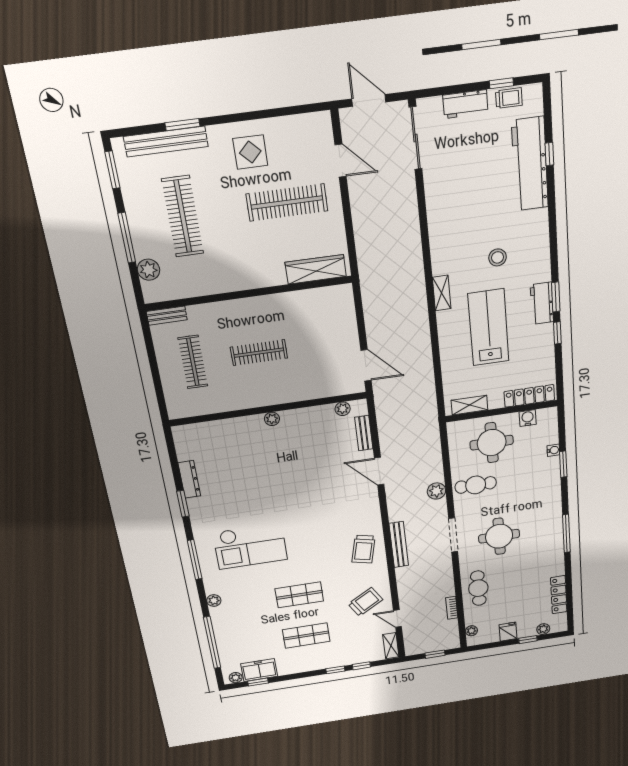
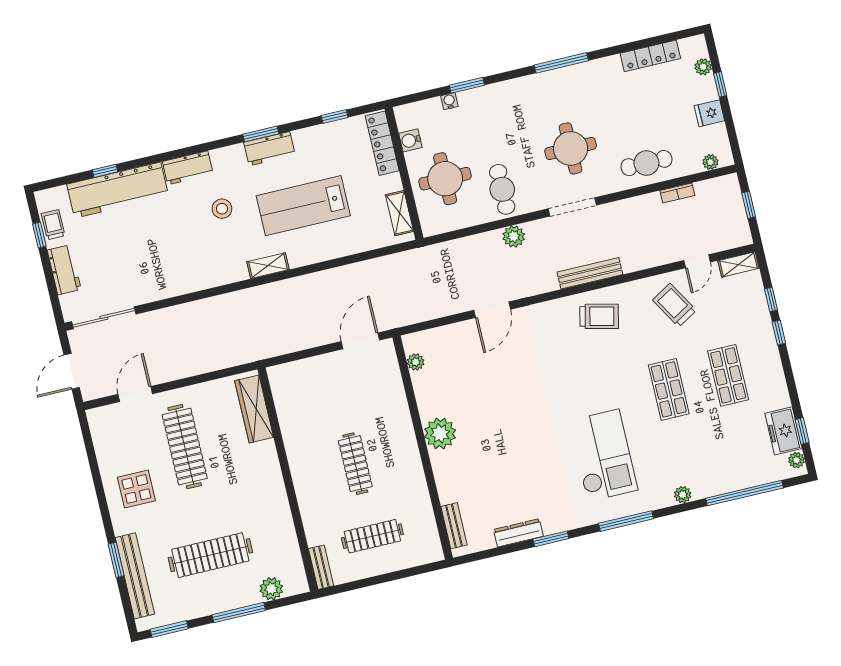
workbench: (538, 230) -> (188, 168), added
window: (557, 333) -> (335, 117), moved
plant: (272, 419) -> (440, 433), width x1.88, depth x1.88
bench: (364, 433) -> (454, 526), moved, turned 90

